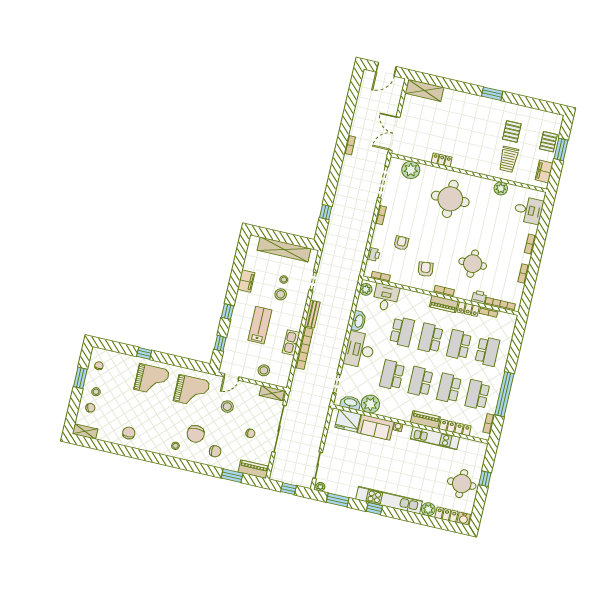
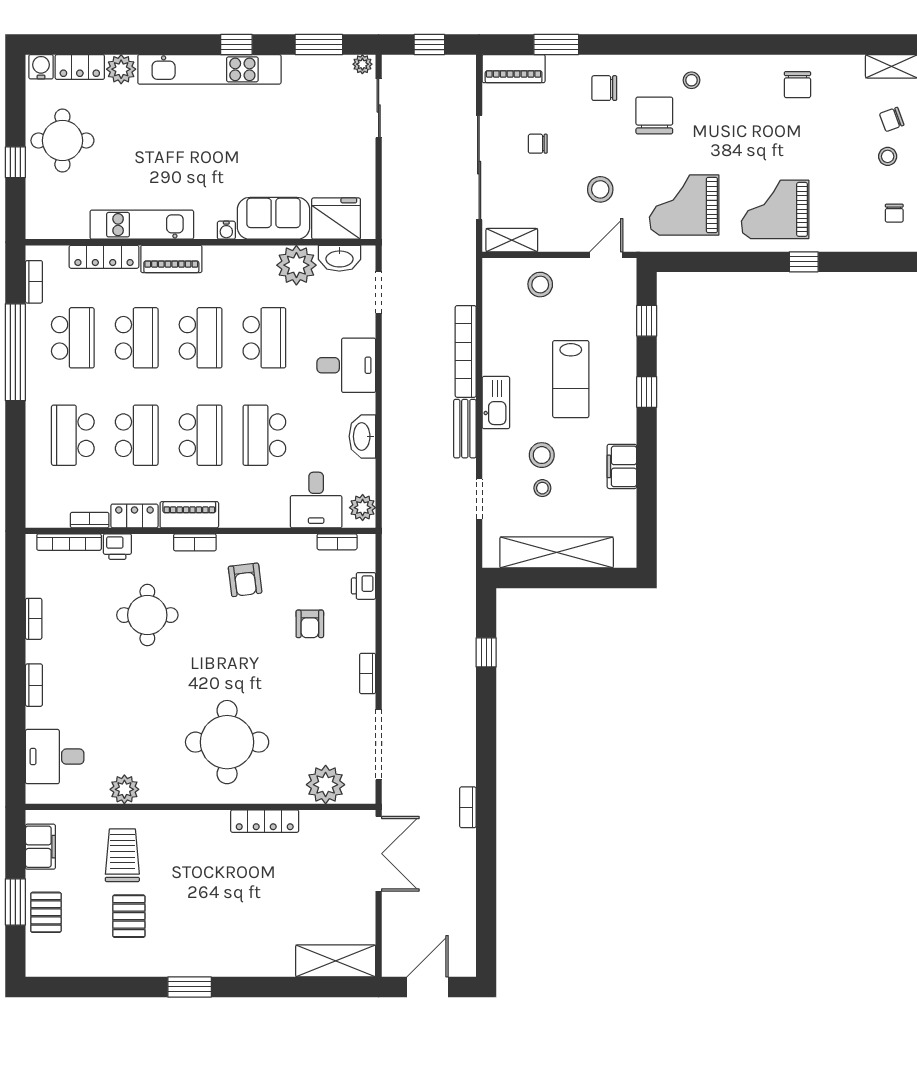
locker: (442, 160) -> (265, 821), width x1.53
kitchen sink: (291, 343) -> (496, 403), moved
desk: (359, 350) -> (346, 365), width x0.73

